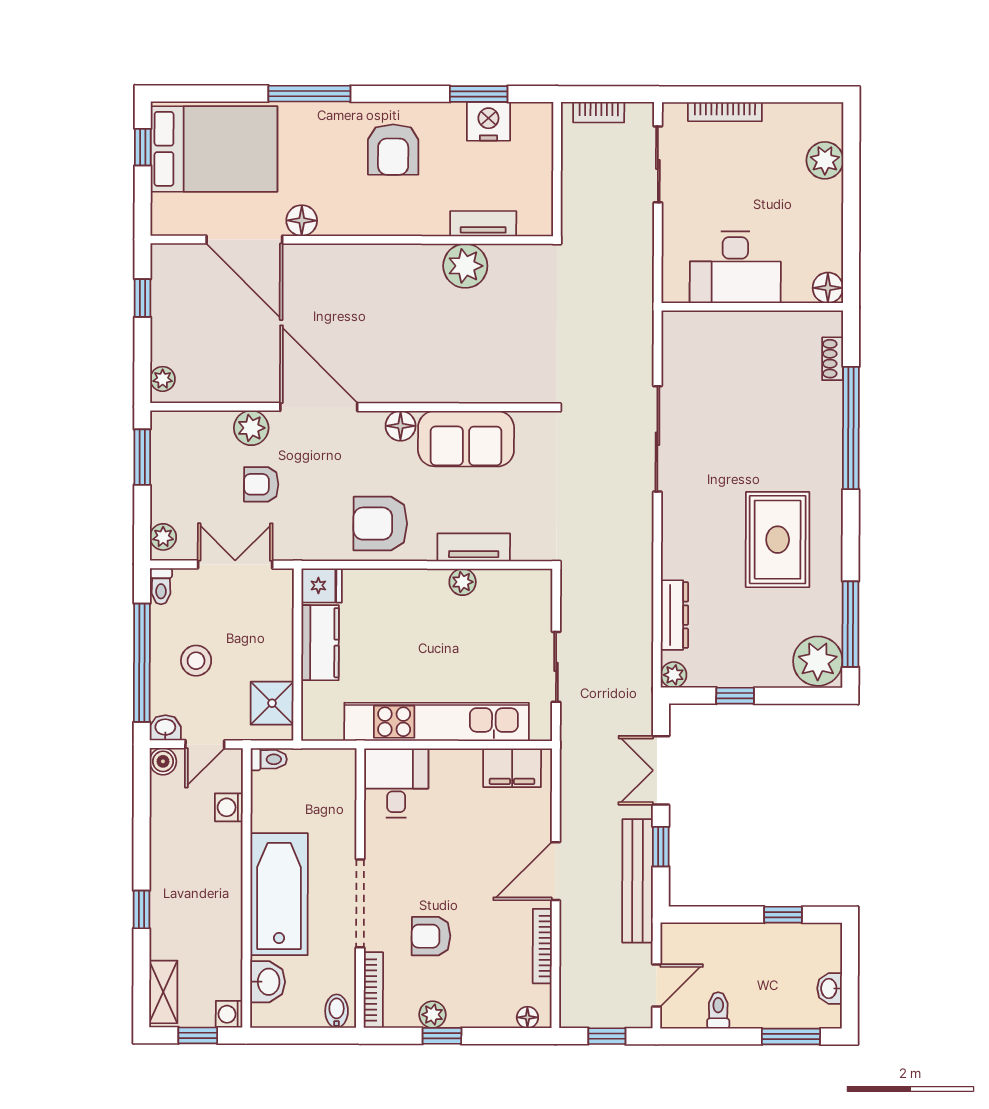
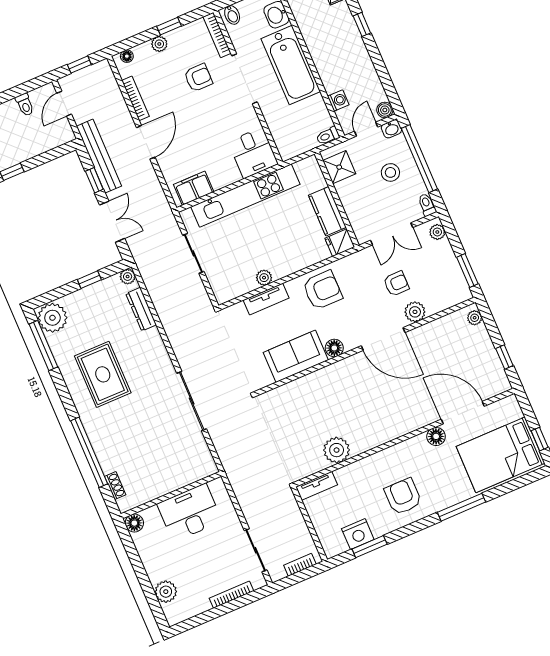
tv unit: (483, 224) -> (317, 486), moved
plant: (433, 1015) -> (159, 44), moved

